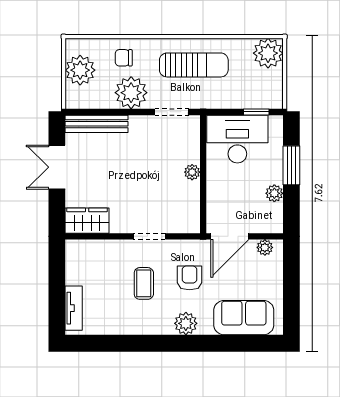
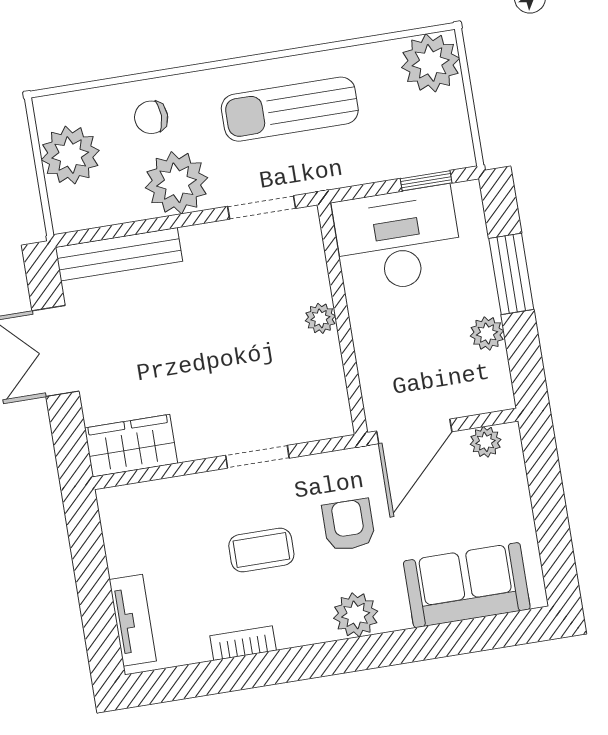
sun lounger: (194, 65) -> (290, 109), turned 180
coffee table: (144, 283) -> (261, 550), turned 90
bookcase: (127, 329) -> (243, 643), added

